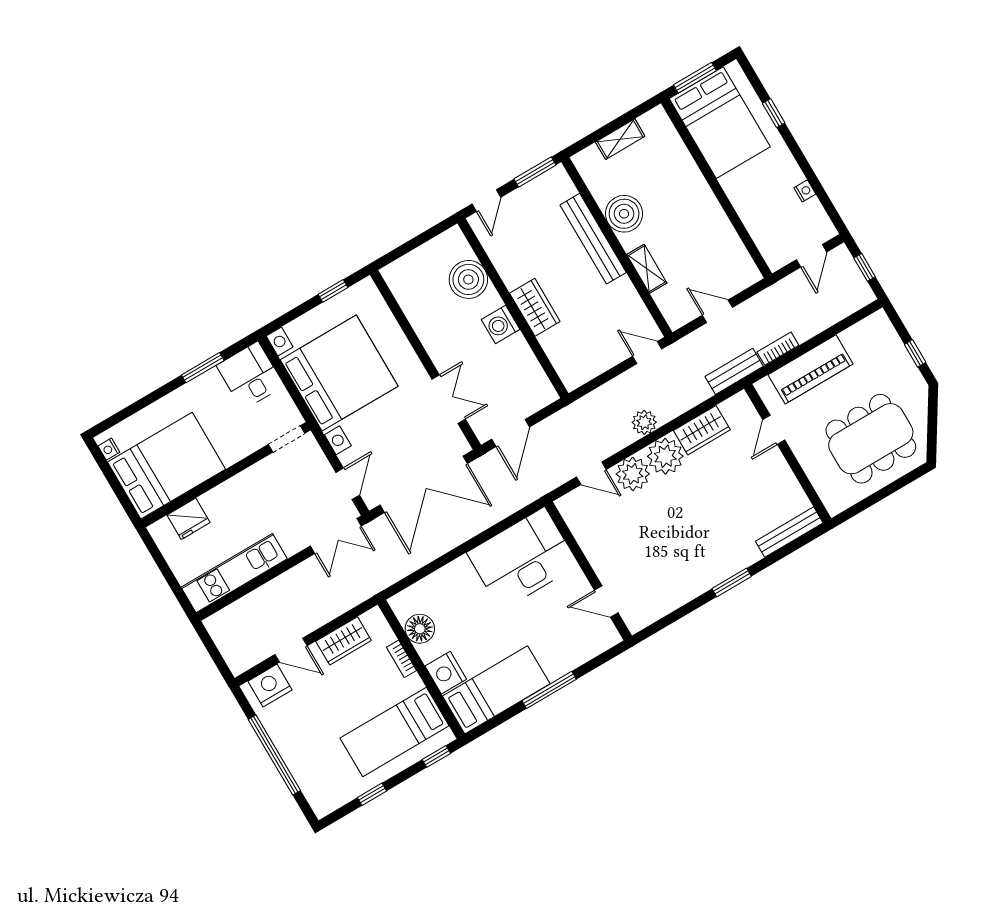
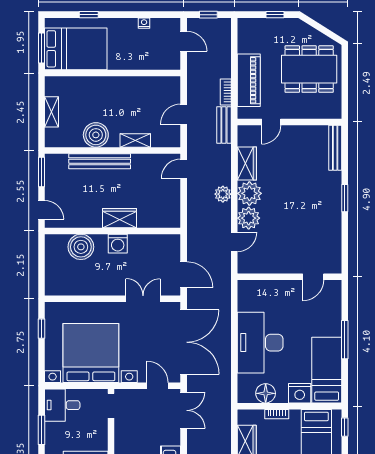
door: (774, 430) -> (271, 122), hinge flipped
dining table: (871, 439) -> (309, 69), turned 90
desk: (523, 559) -> (260, 343), moved

